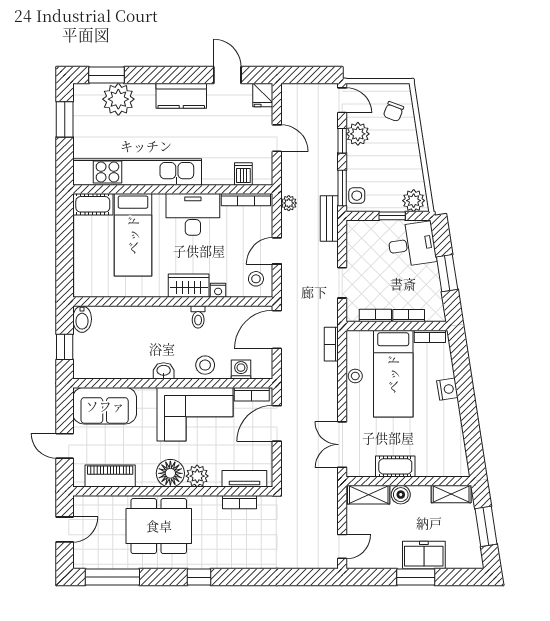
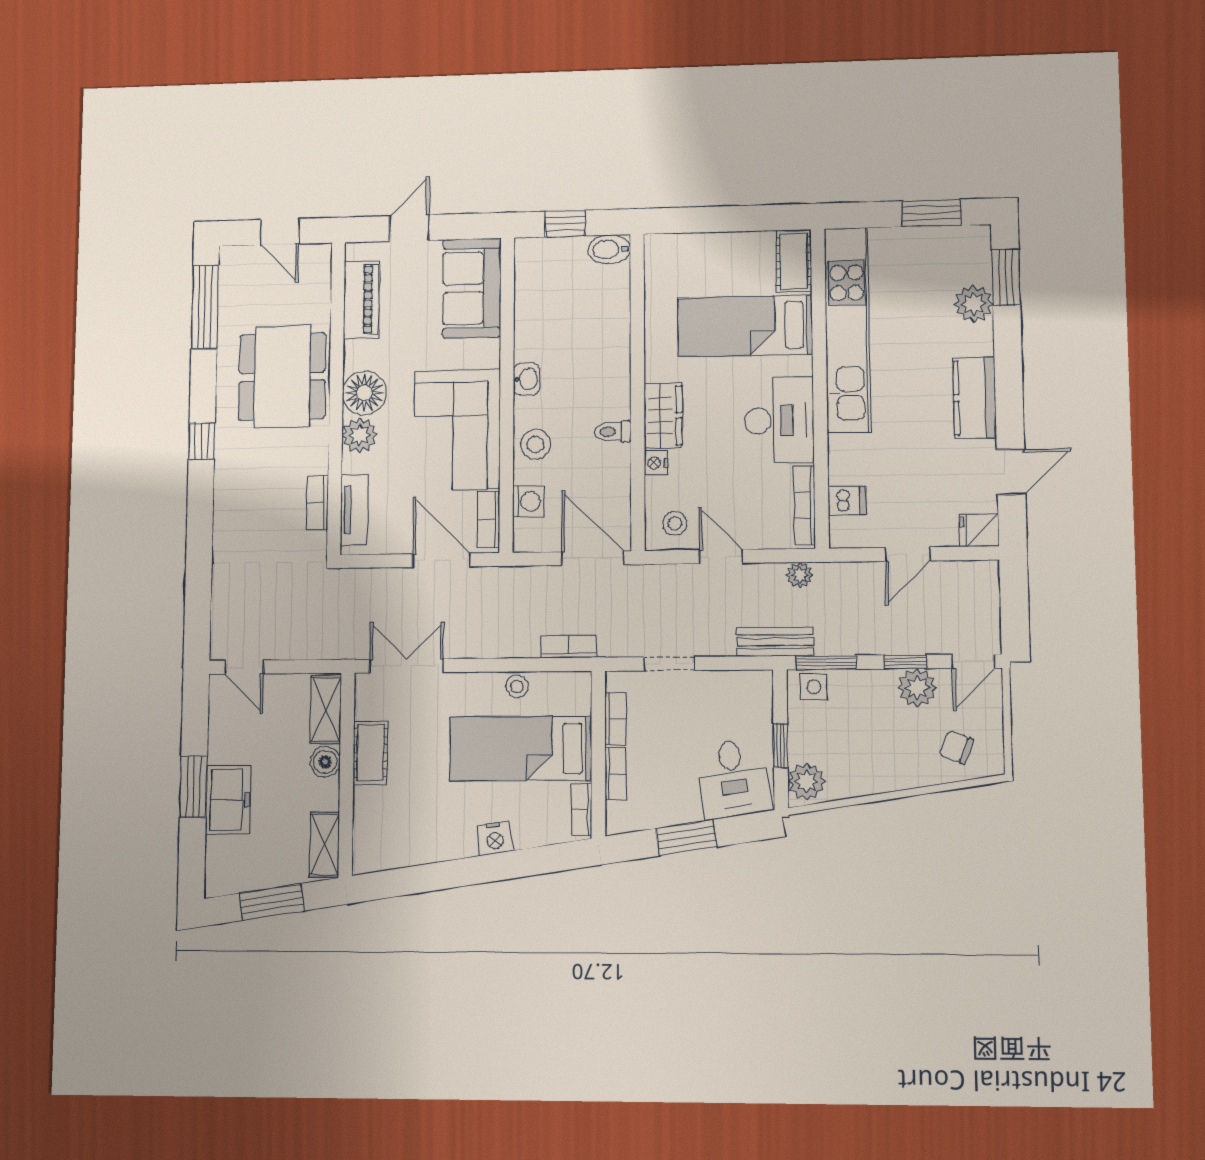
plant: (118, 99) -> (974, 304), width x0.73, depth x0.73

